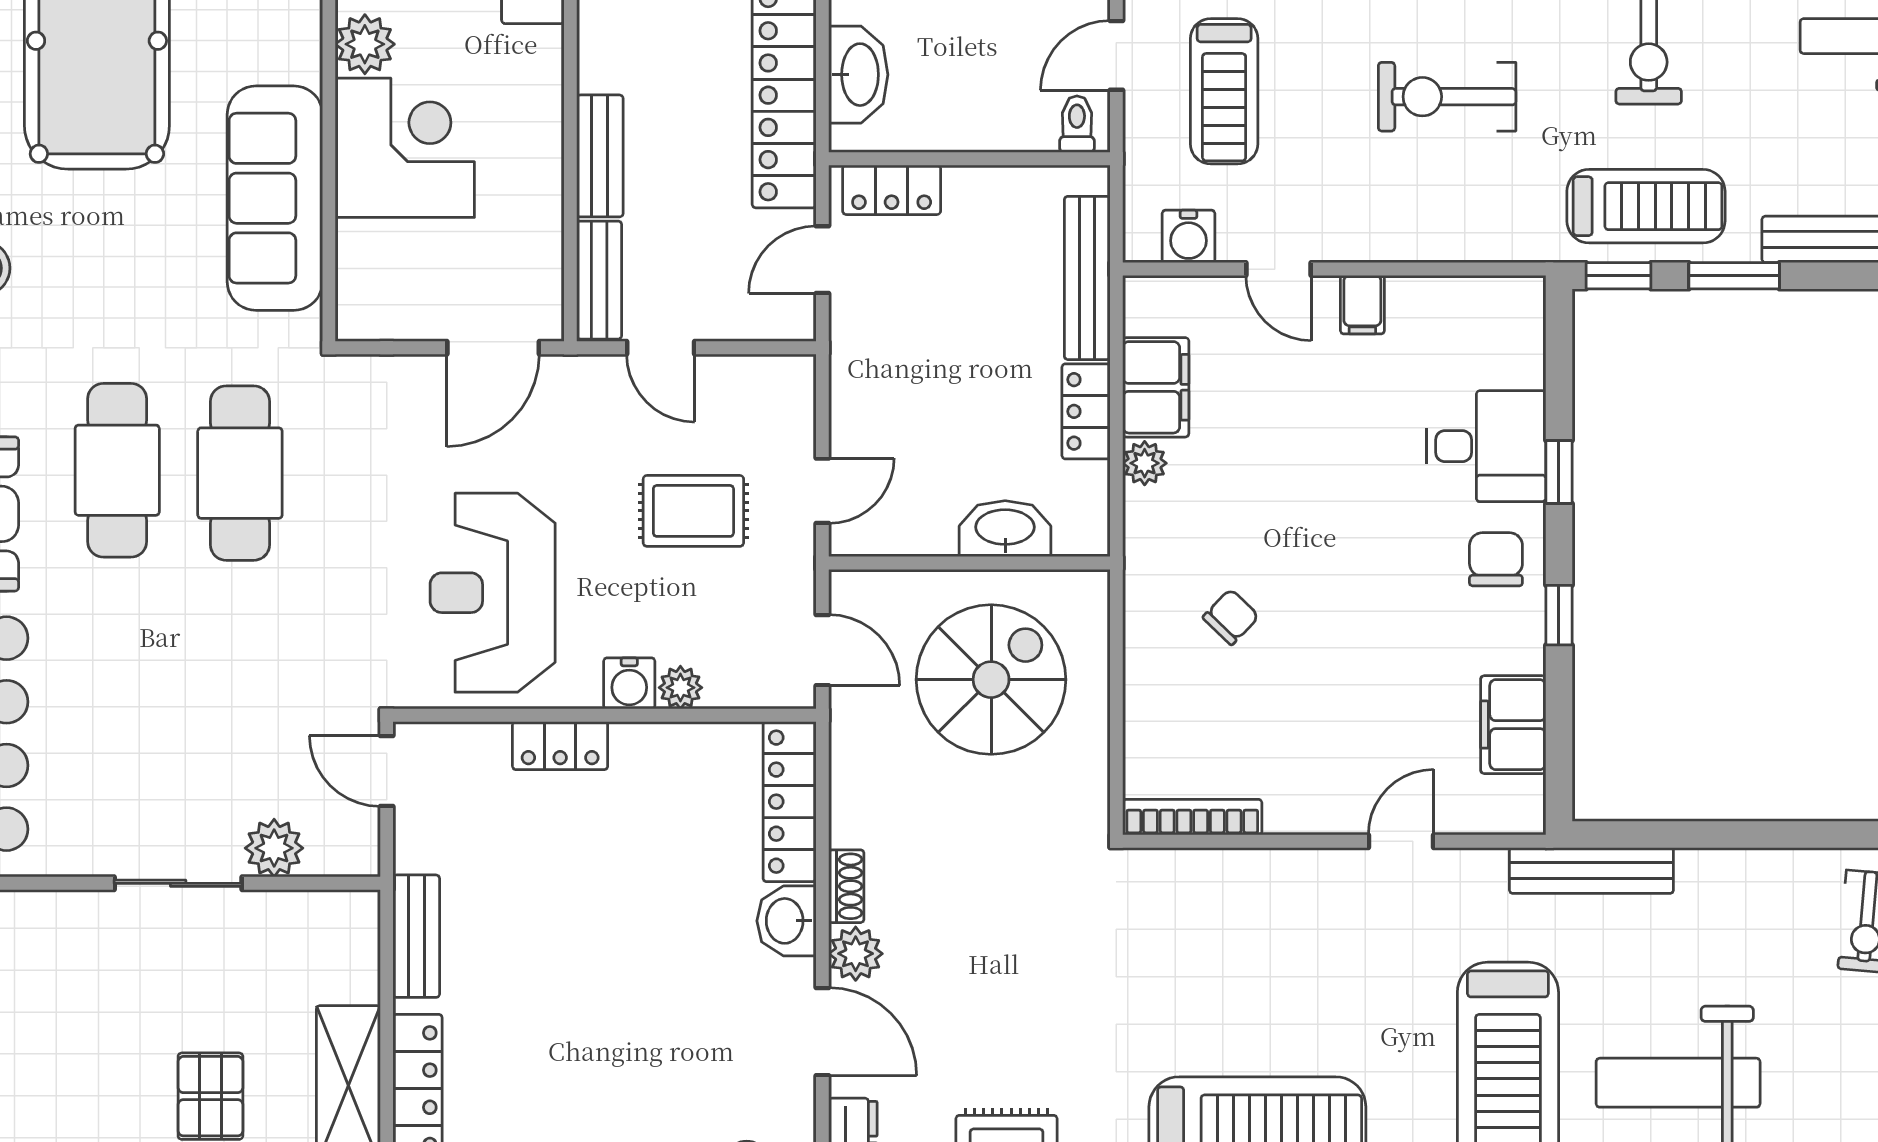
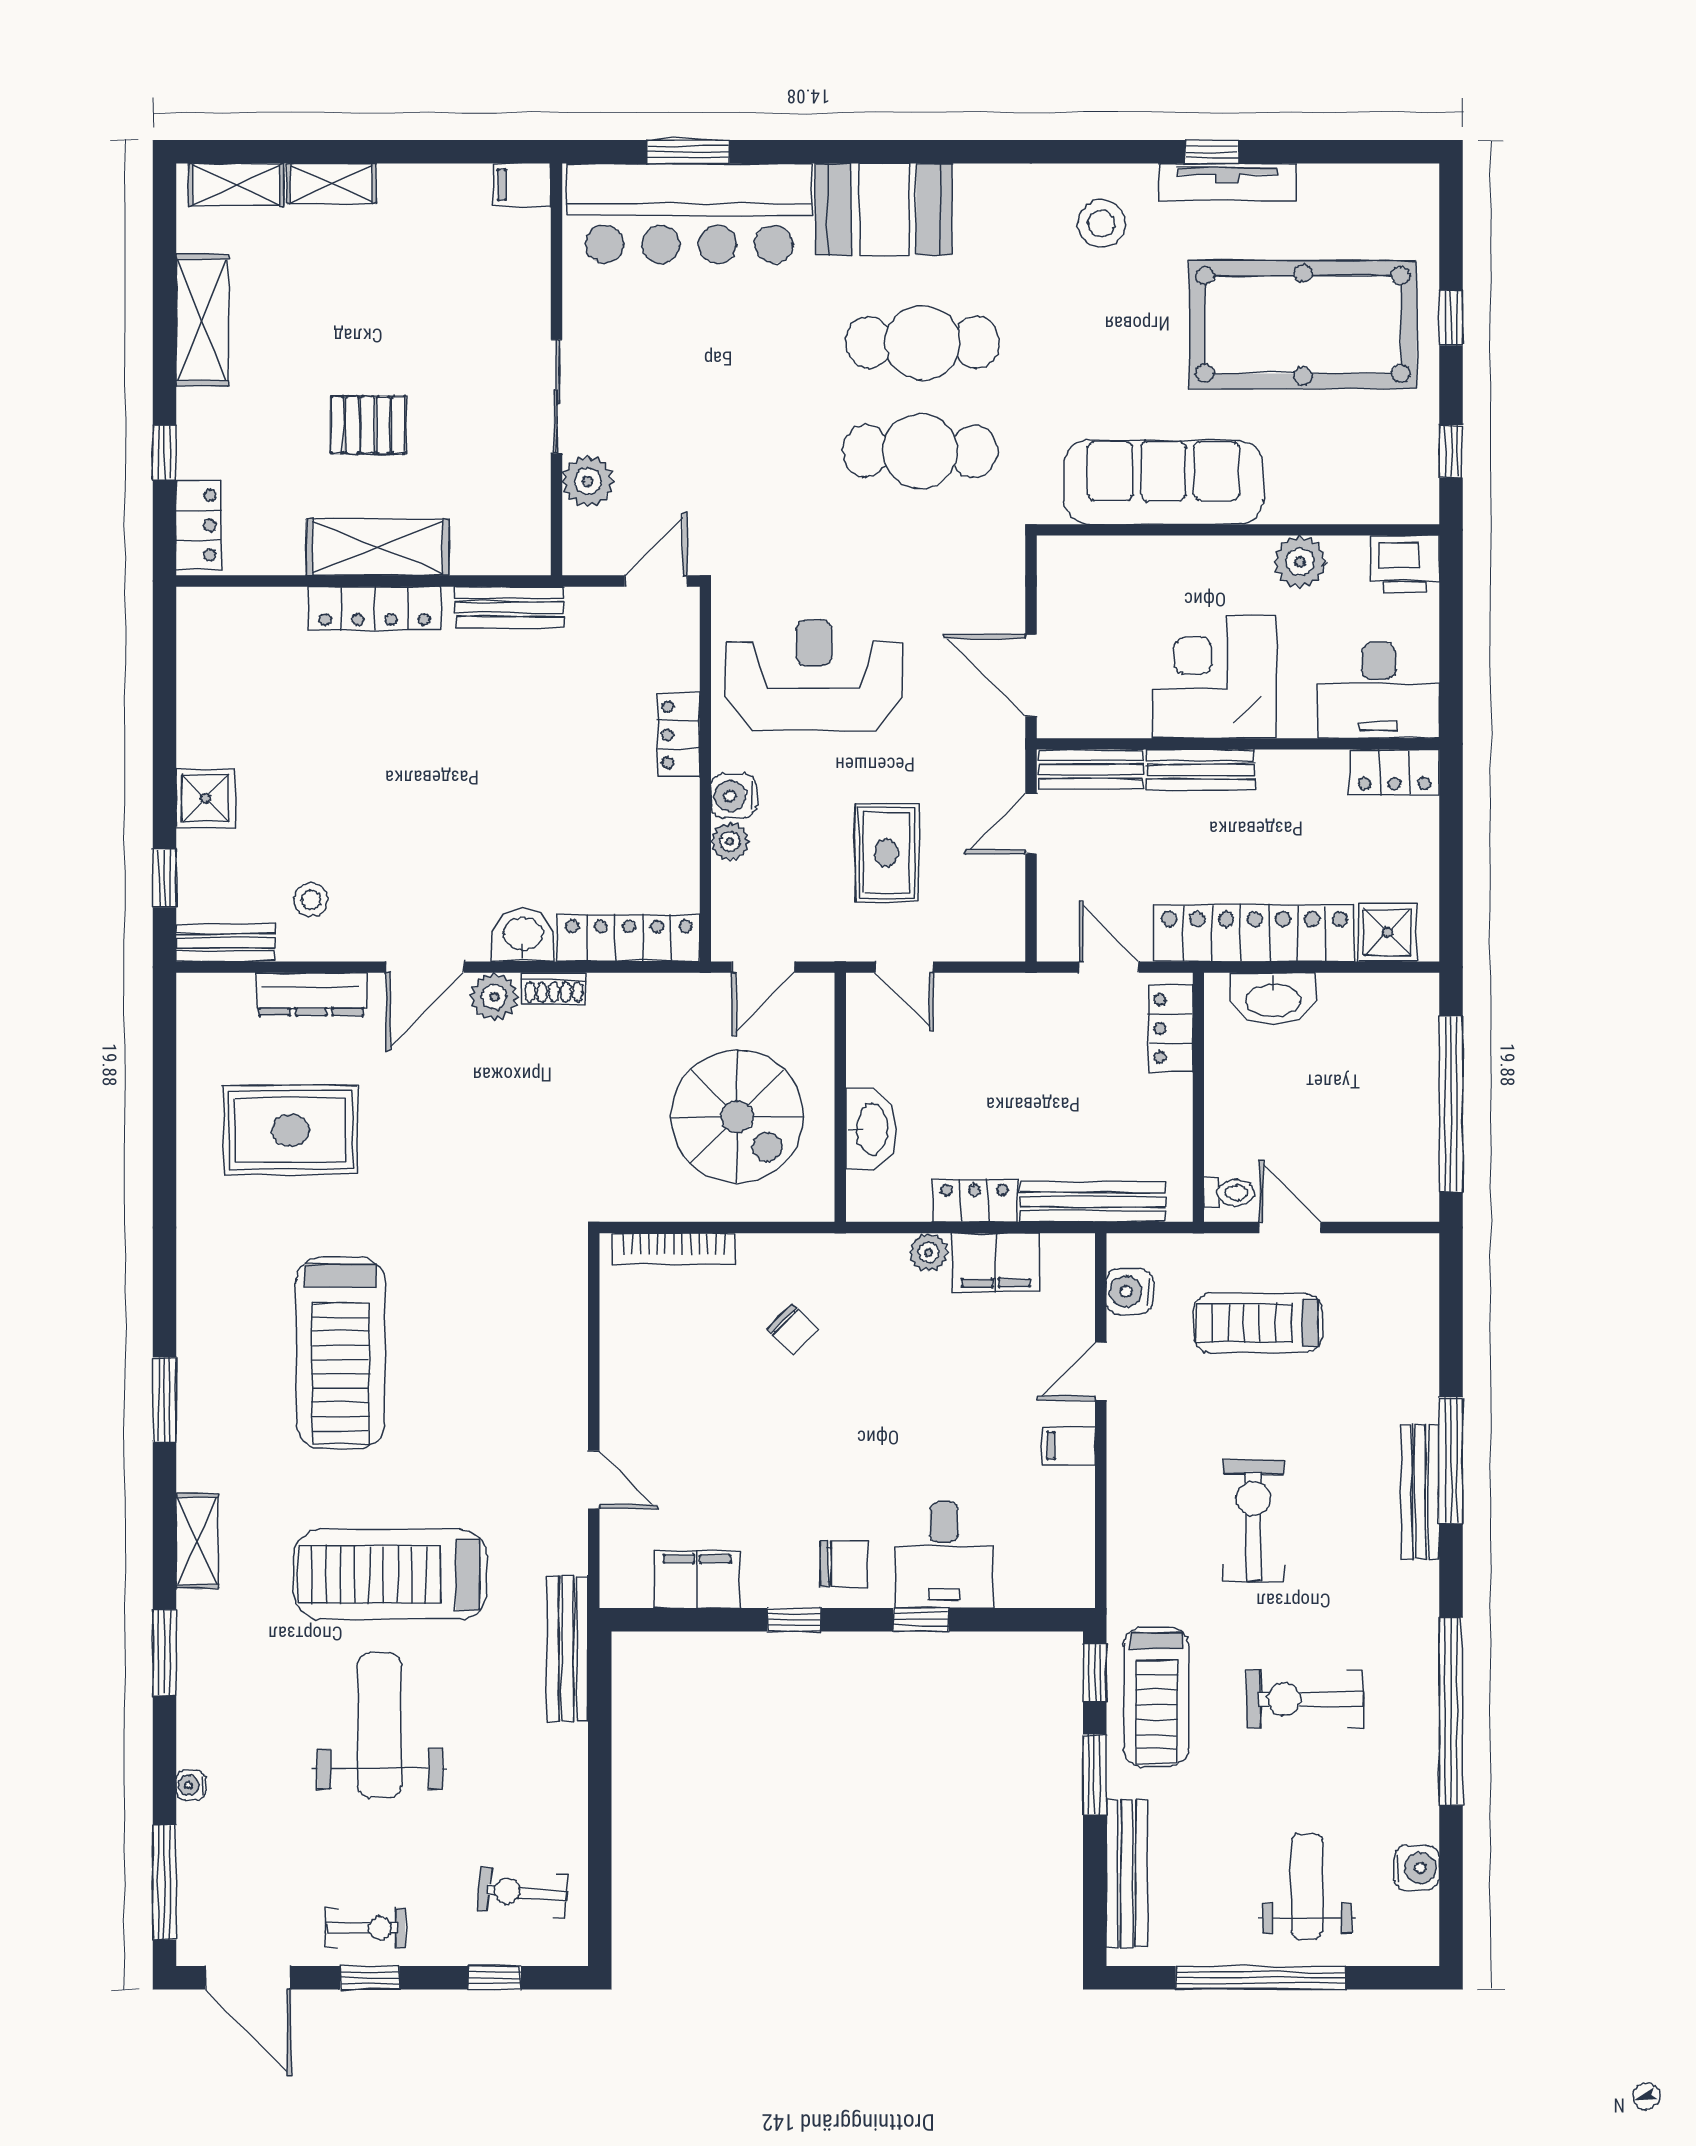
corner desk: (405, 148) -> (1214, 677), moved, turned 180
bookcase: (1192, 817) -> (674, 1249), moved, turned 90

